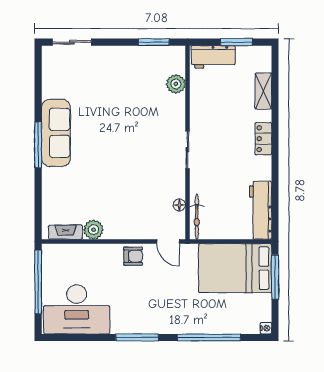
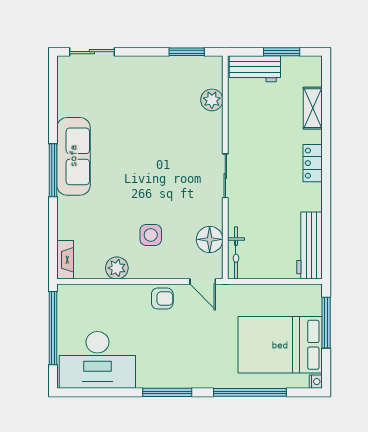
side table: (123, 201) -> (151, 235), added
floor lamp: (179, 205) -> (210, 239), width x1.89, depth x1.89
fireplace: (66, 232) -> (65, 260), moved, turned 90
bed: (235, 268) -> (280, 345), moved

